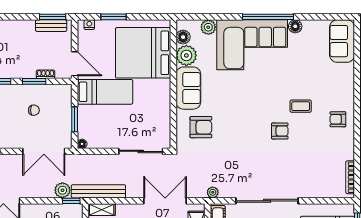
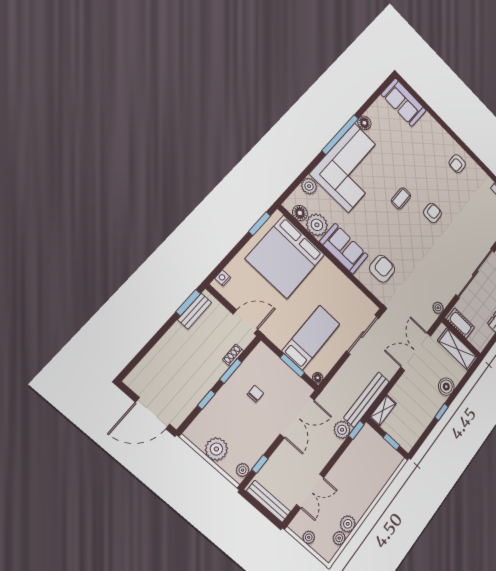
window: (113, 17) -> (260, 224), moved
bed: (105, 92) -> (311, 337), moved
coffee table: (301, 106) -> (401, 198), moved

